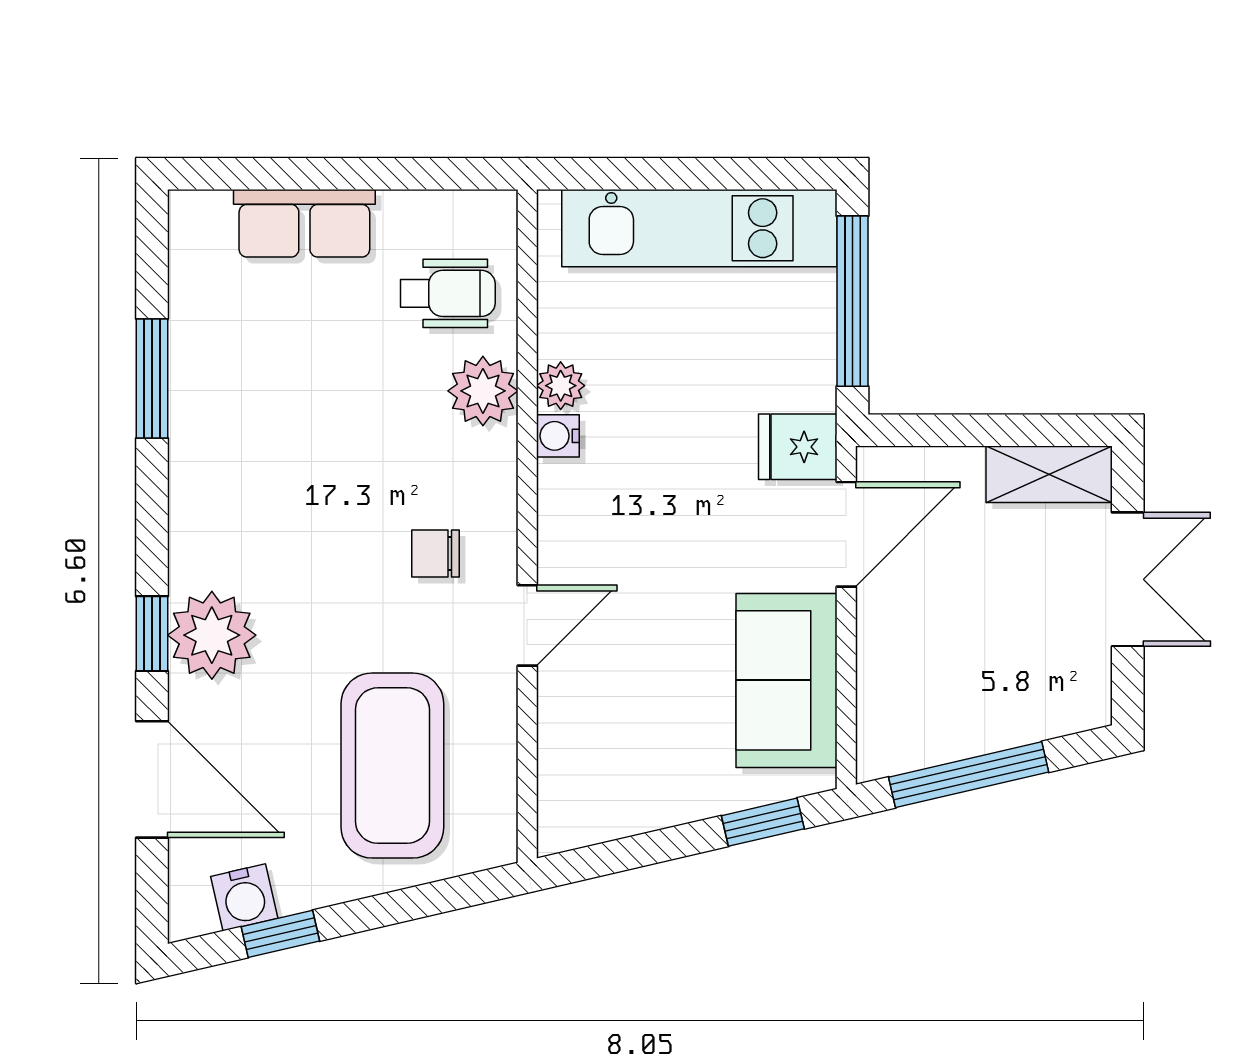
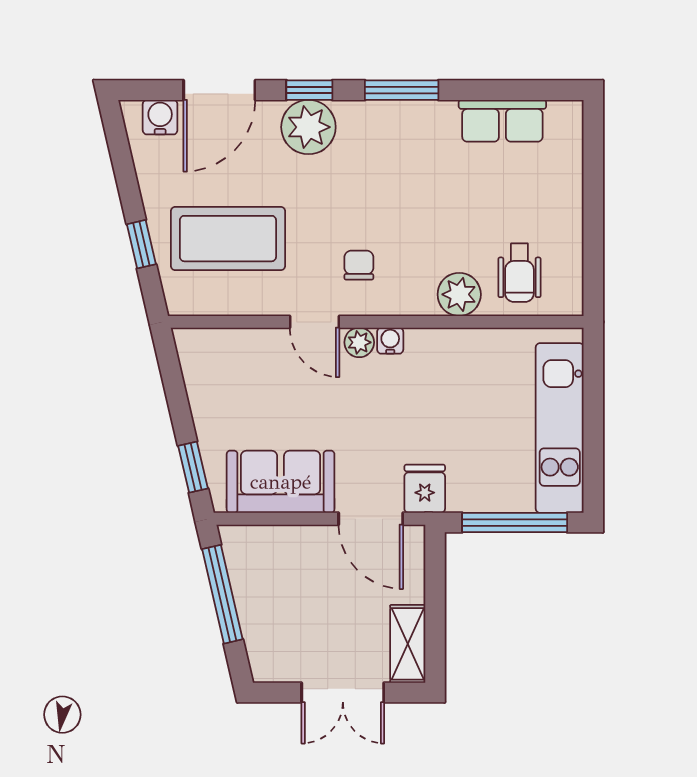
row of seats: (304, 223) -> (502, 121), moved, turned -90
window: (152, 379) -> (402, 90), moved
plant: (561, 386) -> (359, 342), moved
water cooler: (558, 436) -> (390, 341), moved
water cooler: (244, 897) -> (160, 117), moved, turned 103
window: (280, 934) -> (141, 244), moved

